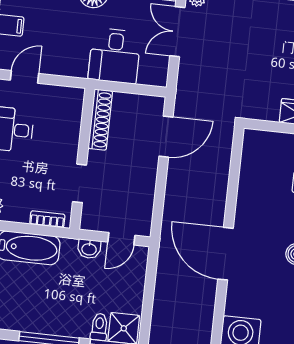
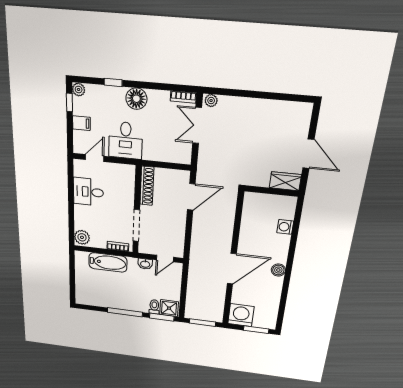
desk: (115, 56) -> (125, 140), moved
doorway: (80, 183) -> (136, 225), width x1.38
door: (226, 254) -> (232, 269), swing flipped

